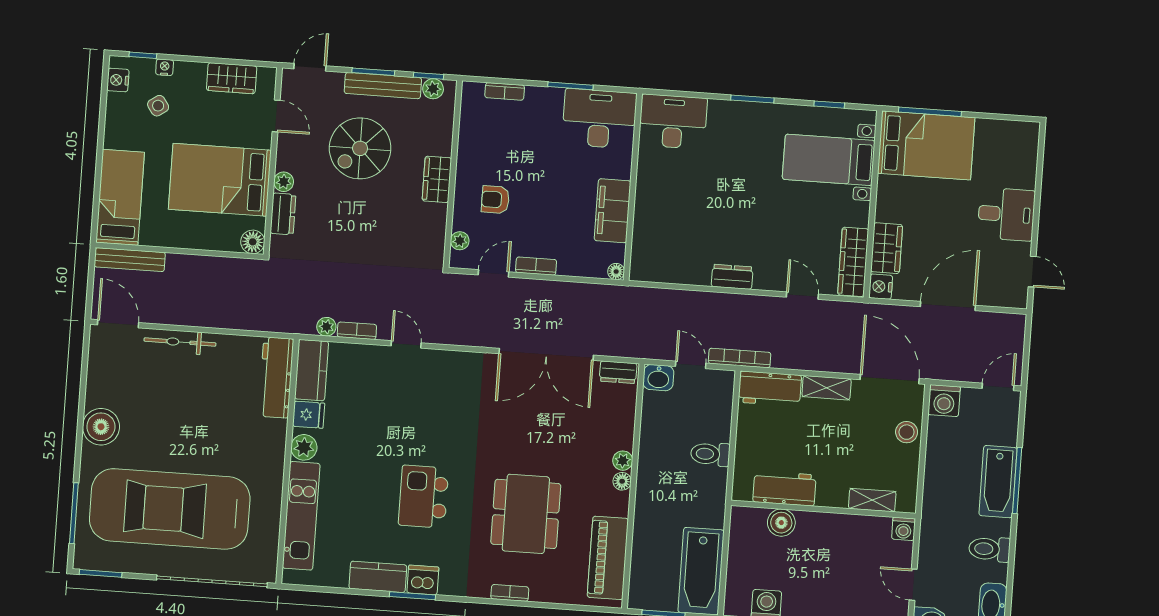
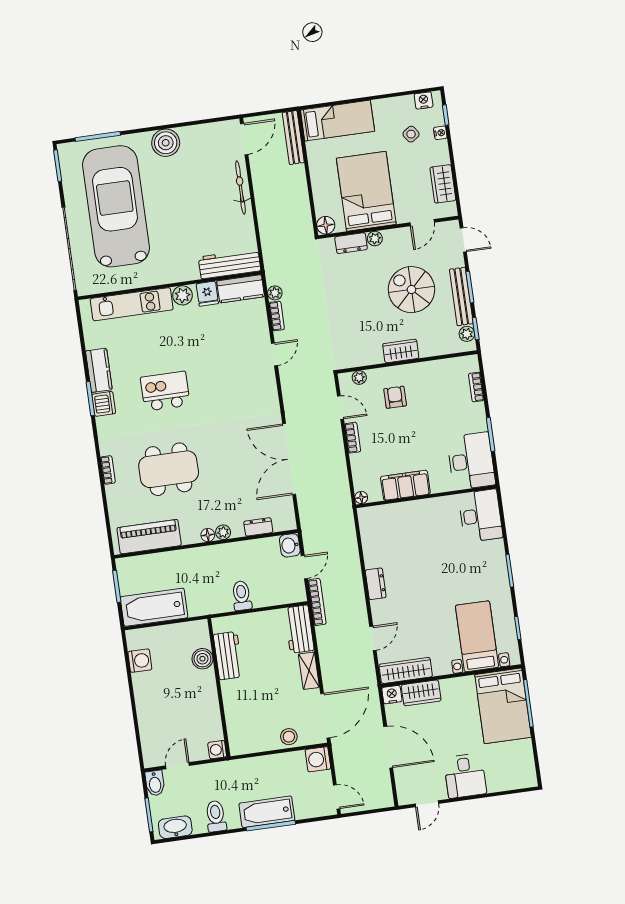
dresser: (618, 372) -> (258, 527), moved, turned 90
shelving: (872, 500) -> (233, 722), removed

